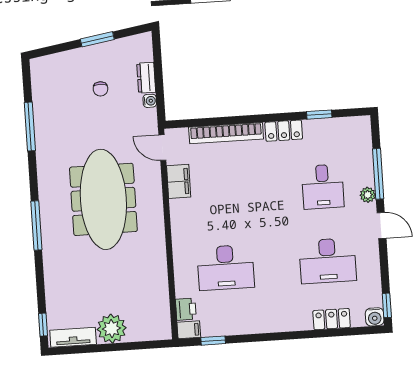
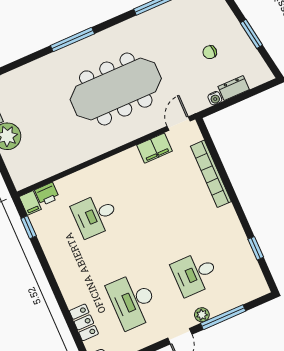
locker: (284, 131) -> (231, 223), removed
desk: (226, 268) -> (95, 215), width x0.73

